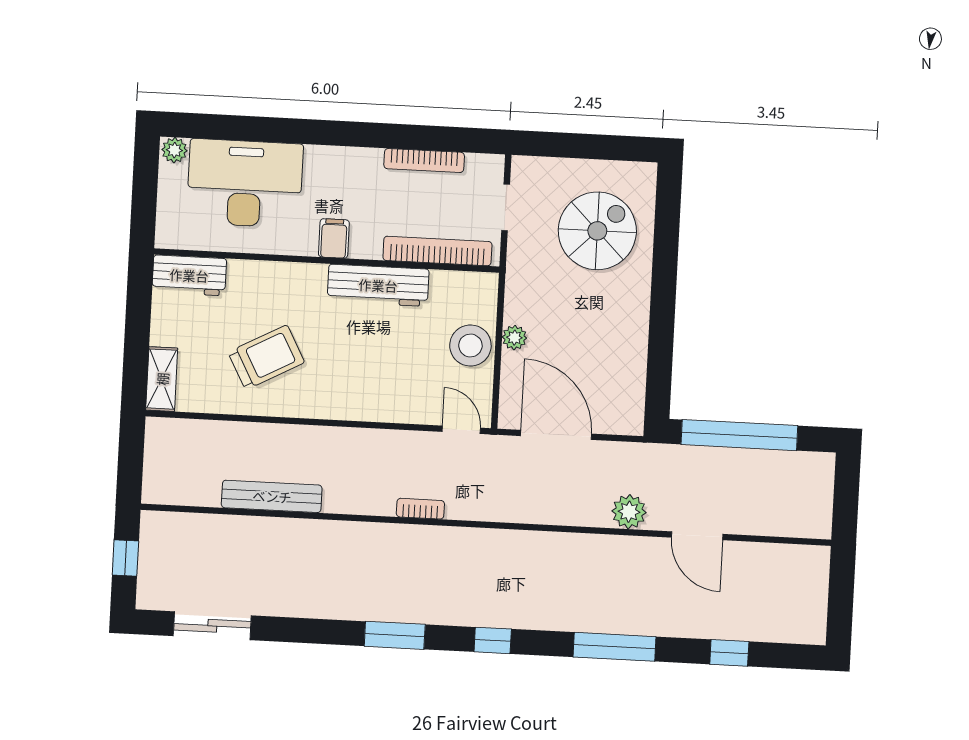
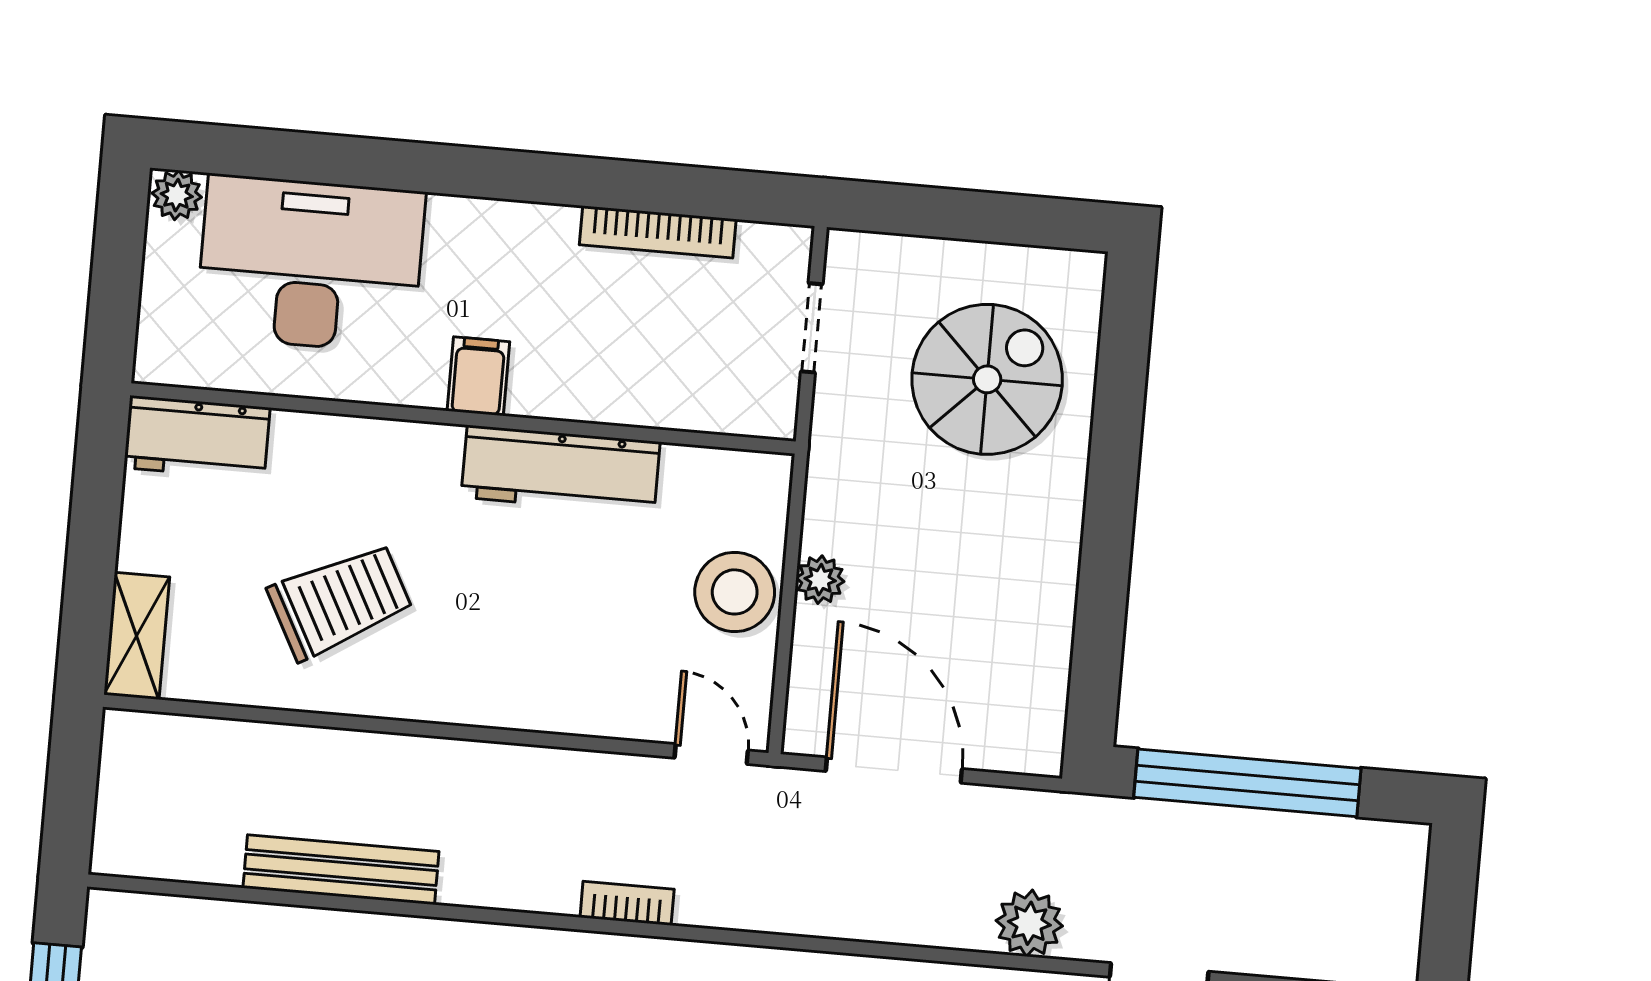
bookcase: (437, 251) -> (677, 407), removed

